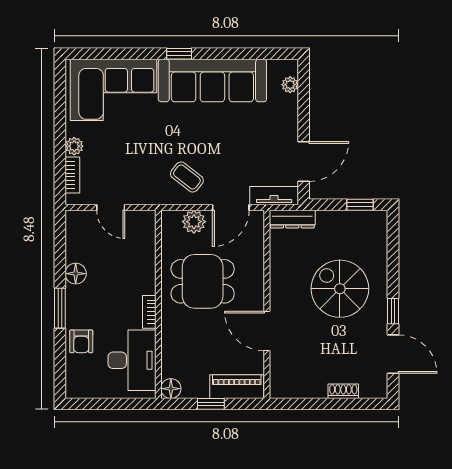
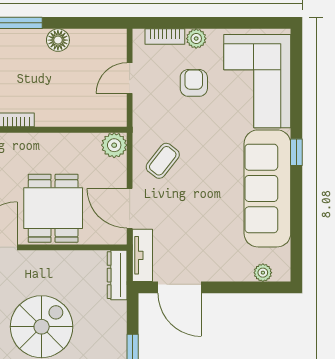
armchair: (115, 148) -> (194, 83), added
plant: (194, 222) -> (114, 145), moved
dining table: (203, 281) -> (53, 208), moved

